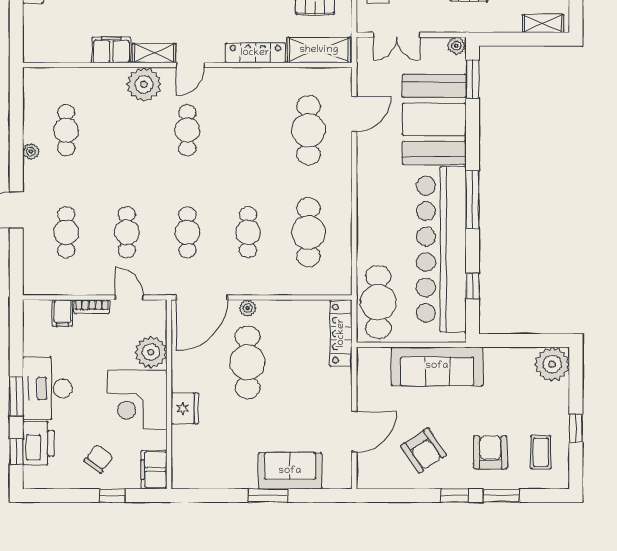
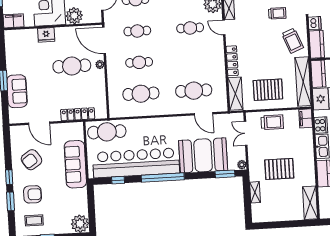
shelving: (543, 24) -> (255, 192), moved
window: (473, 200) -> (163, 178), width x1.46
locker: (341, 333) -> (78, 114), moved

